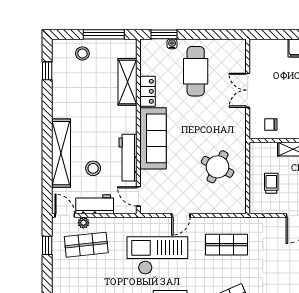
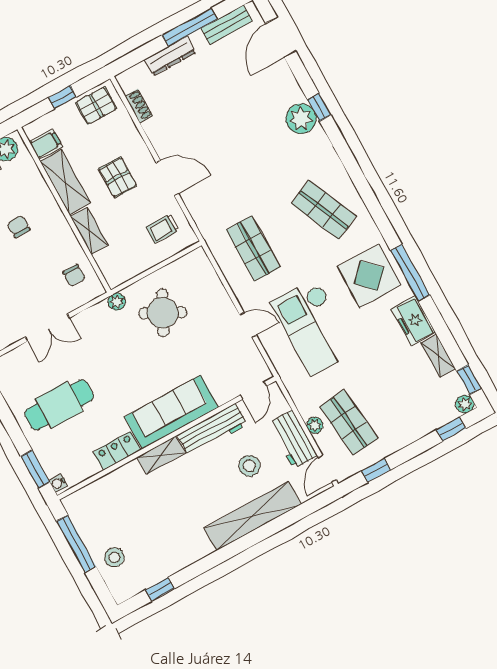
water cooler: (172, 44) -> (58, 483), moved
shelving: (127, 82) -> (161, 455), moved, width x0.67, depth x0.75
plant: (240, 142) -> (117, 302), added
trolley: (271, 183) -> (163, 228), moved
plant: (83, 223) -> (315, 425), moved

